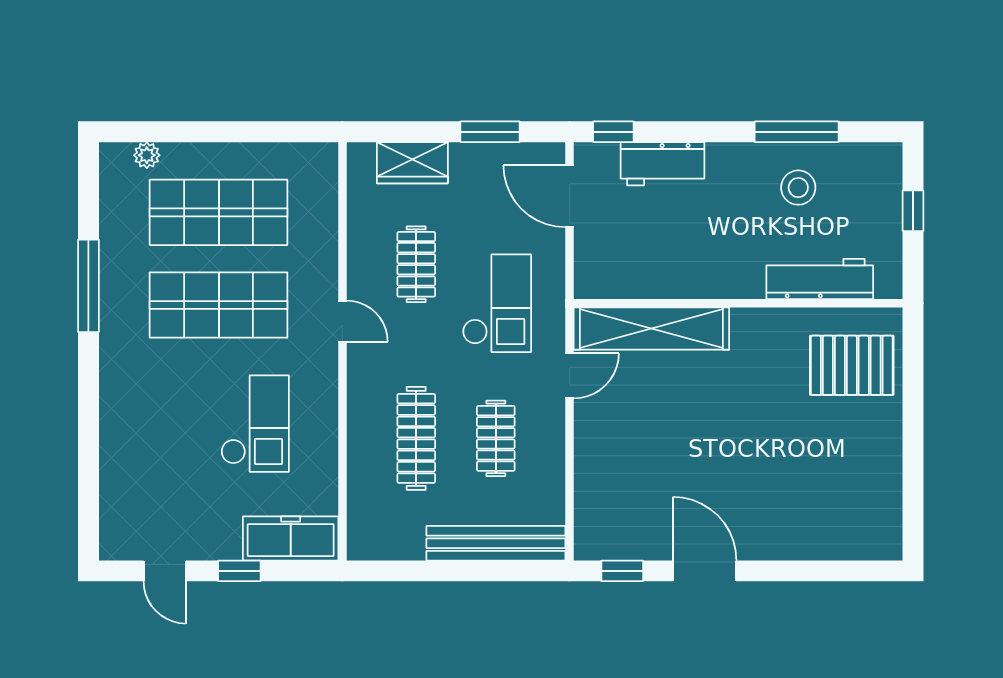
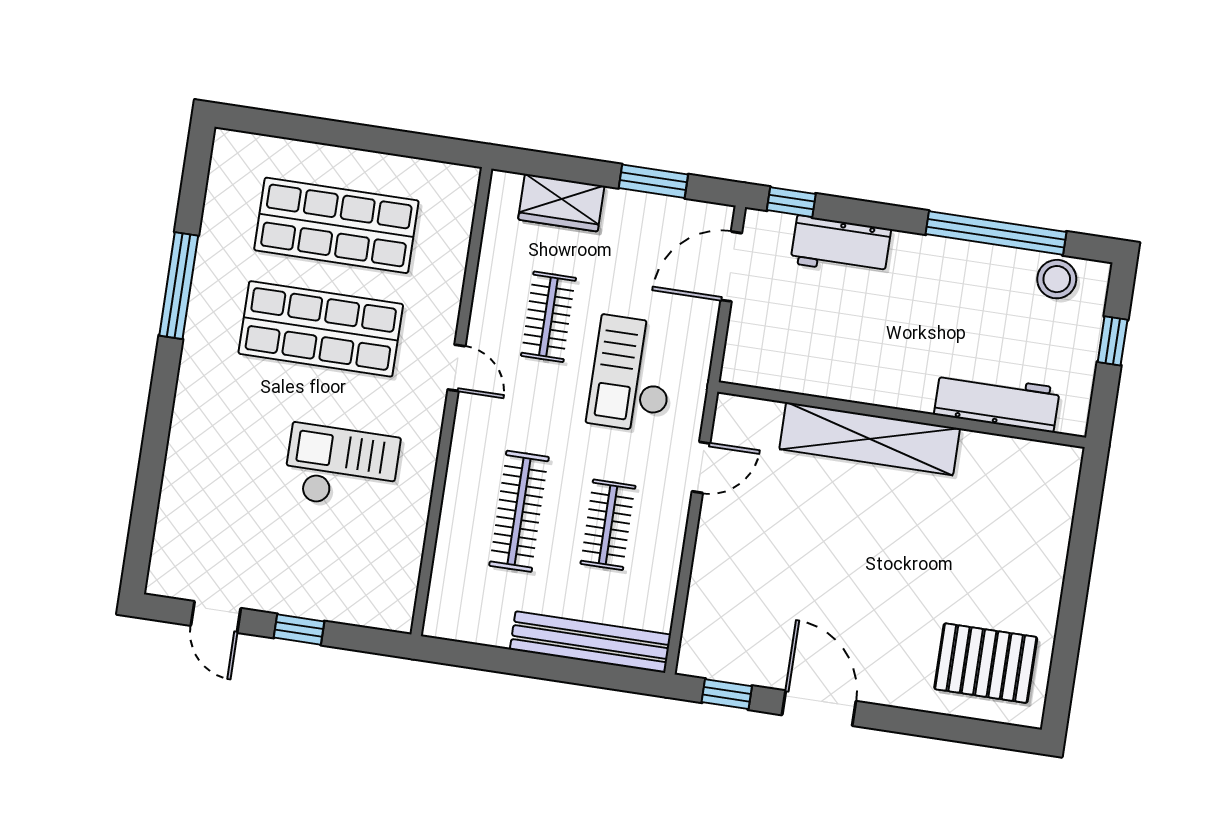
window: (797, 132) -> (996, 233), width x1.46
plant: (147, 155) -> (266, 149), removed
stool: (798, 188) -> (1057, 279), moved
door: (570, 196) -> (731, 267), hinge flipped
checkout: (497, 303) -> (632, 374), turned 180
shelving: (651, 328) -> (870, 439), moved
pallet: (852, 365) -> (986, 663), moved
checkout: (255, 424) -> (341, 468), turned -90
freezer: (291, 538) -> (362, 602), removed

